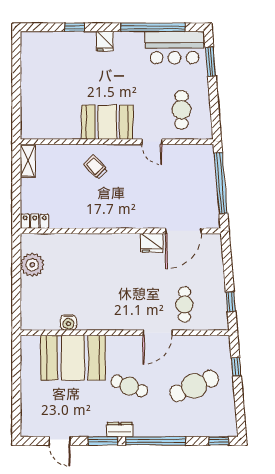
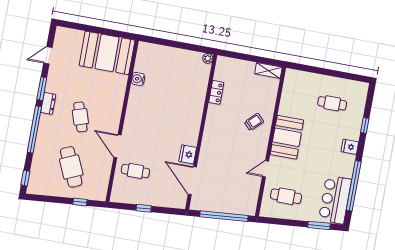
cafe table: (54, 73) -> (332, 103), added
locker: (35, 221) -> (216, 92), moved
plant: (32, 265) -> (208, 58), moved, width x0.53, depth x0.53
window: (231, 302) -> (144, 208), moved
booth: (73, 358) -> (107, 53), moved, turned 90
cafe table: (129, 386) -> (80, 117), turned -39

